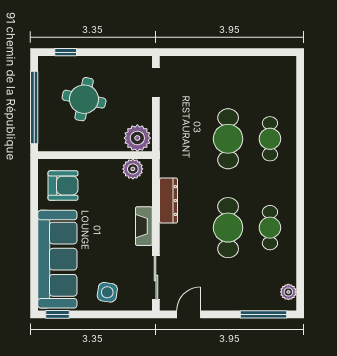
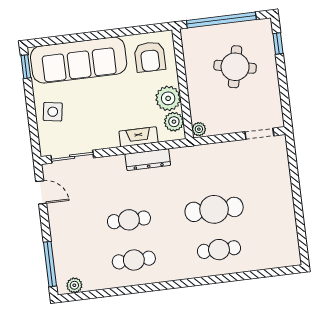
plant: (137, 138) -> (199, 129), width x0.53, depth x0.53
plant: (108, 172) -> (168, 98), added
fireplace: (144, 226) -> (138, 137), moved
cafe table: (228, 228) -> (129, 220), width x0.73, depth x0.74

